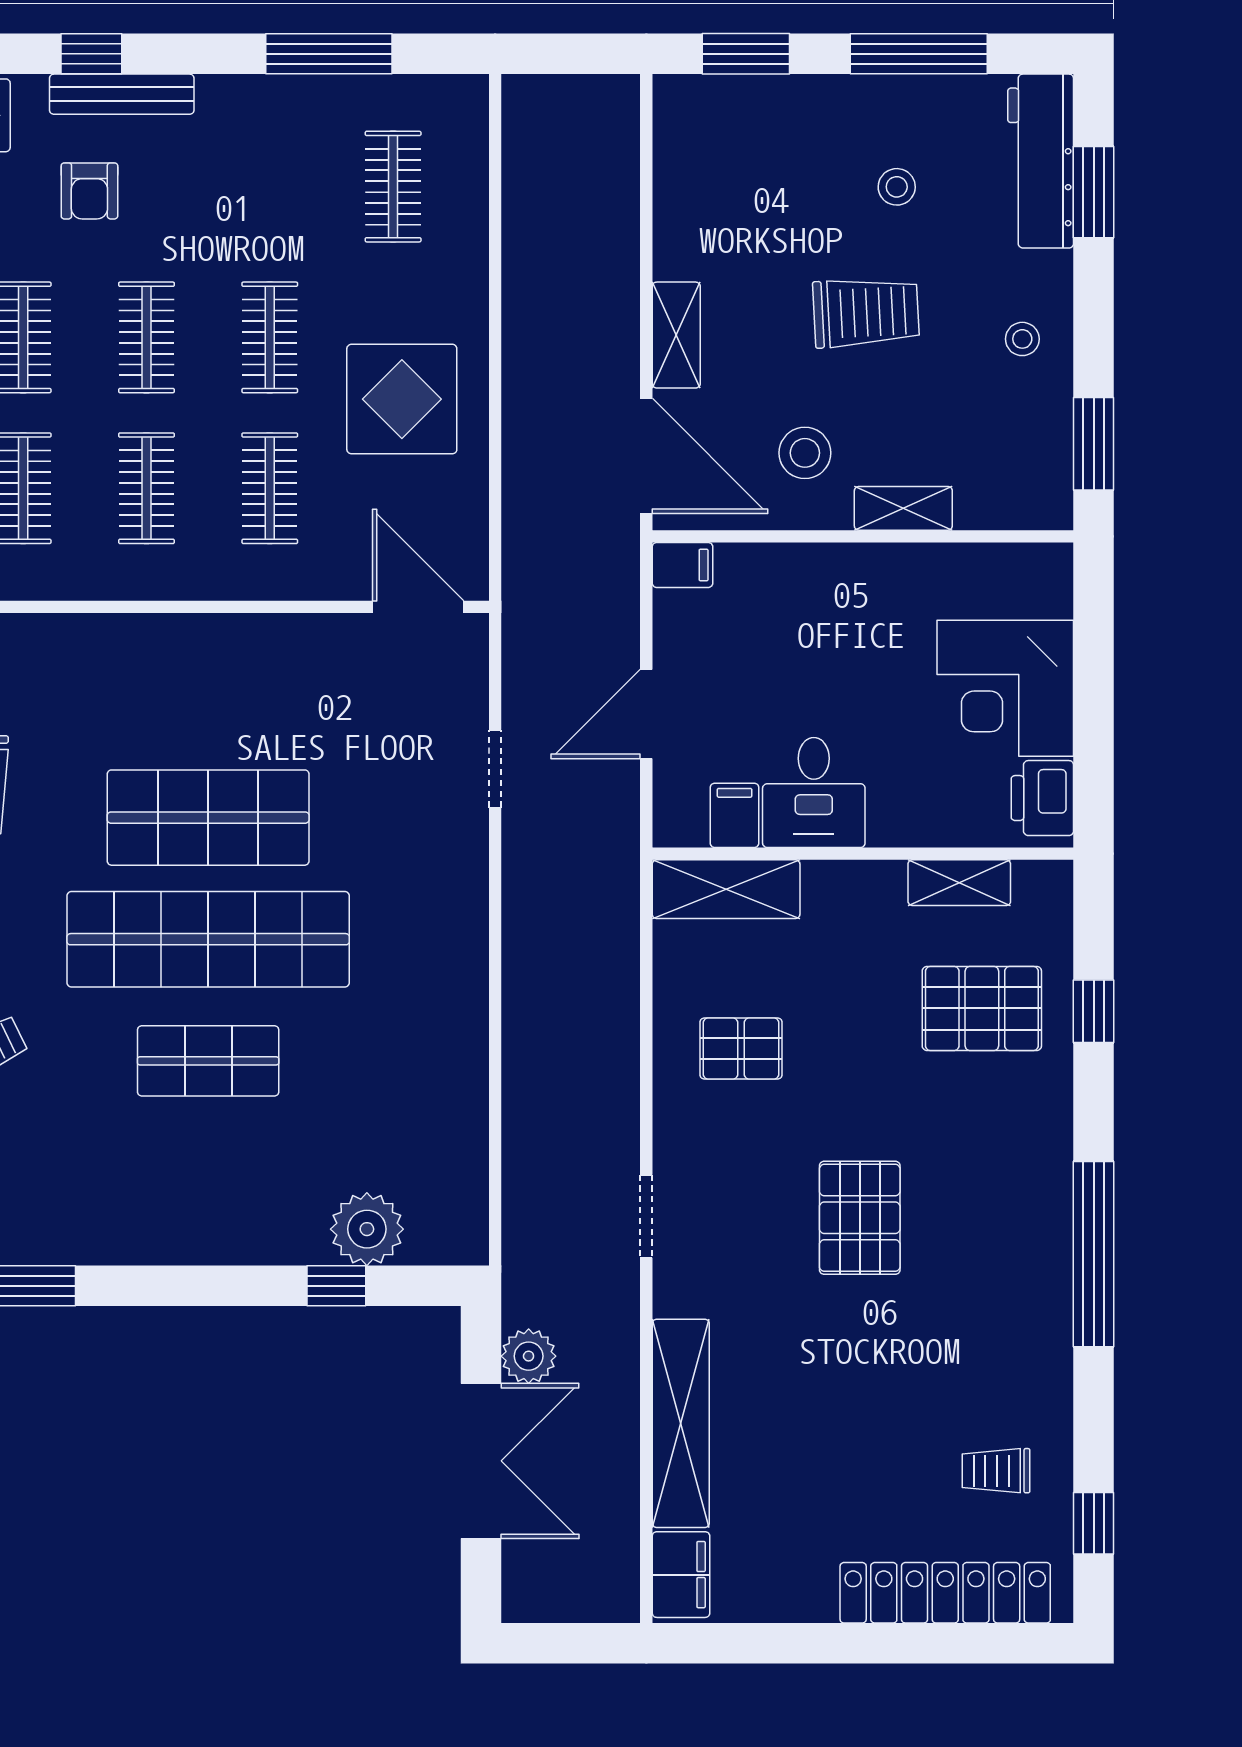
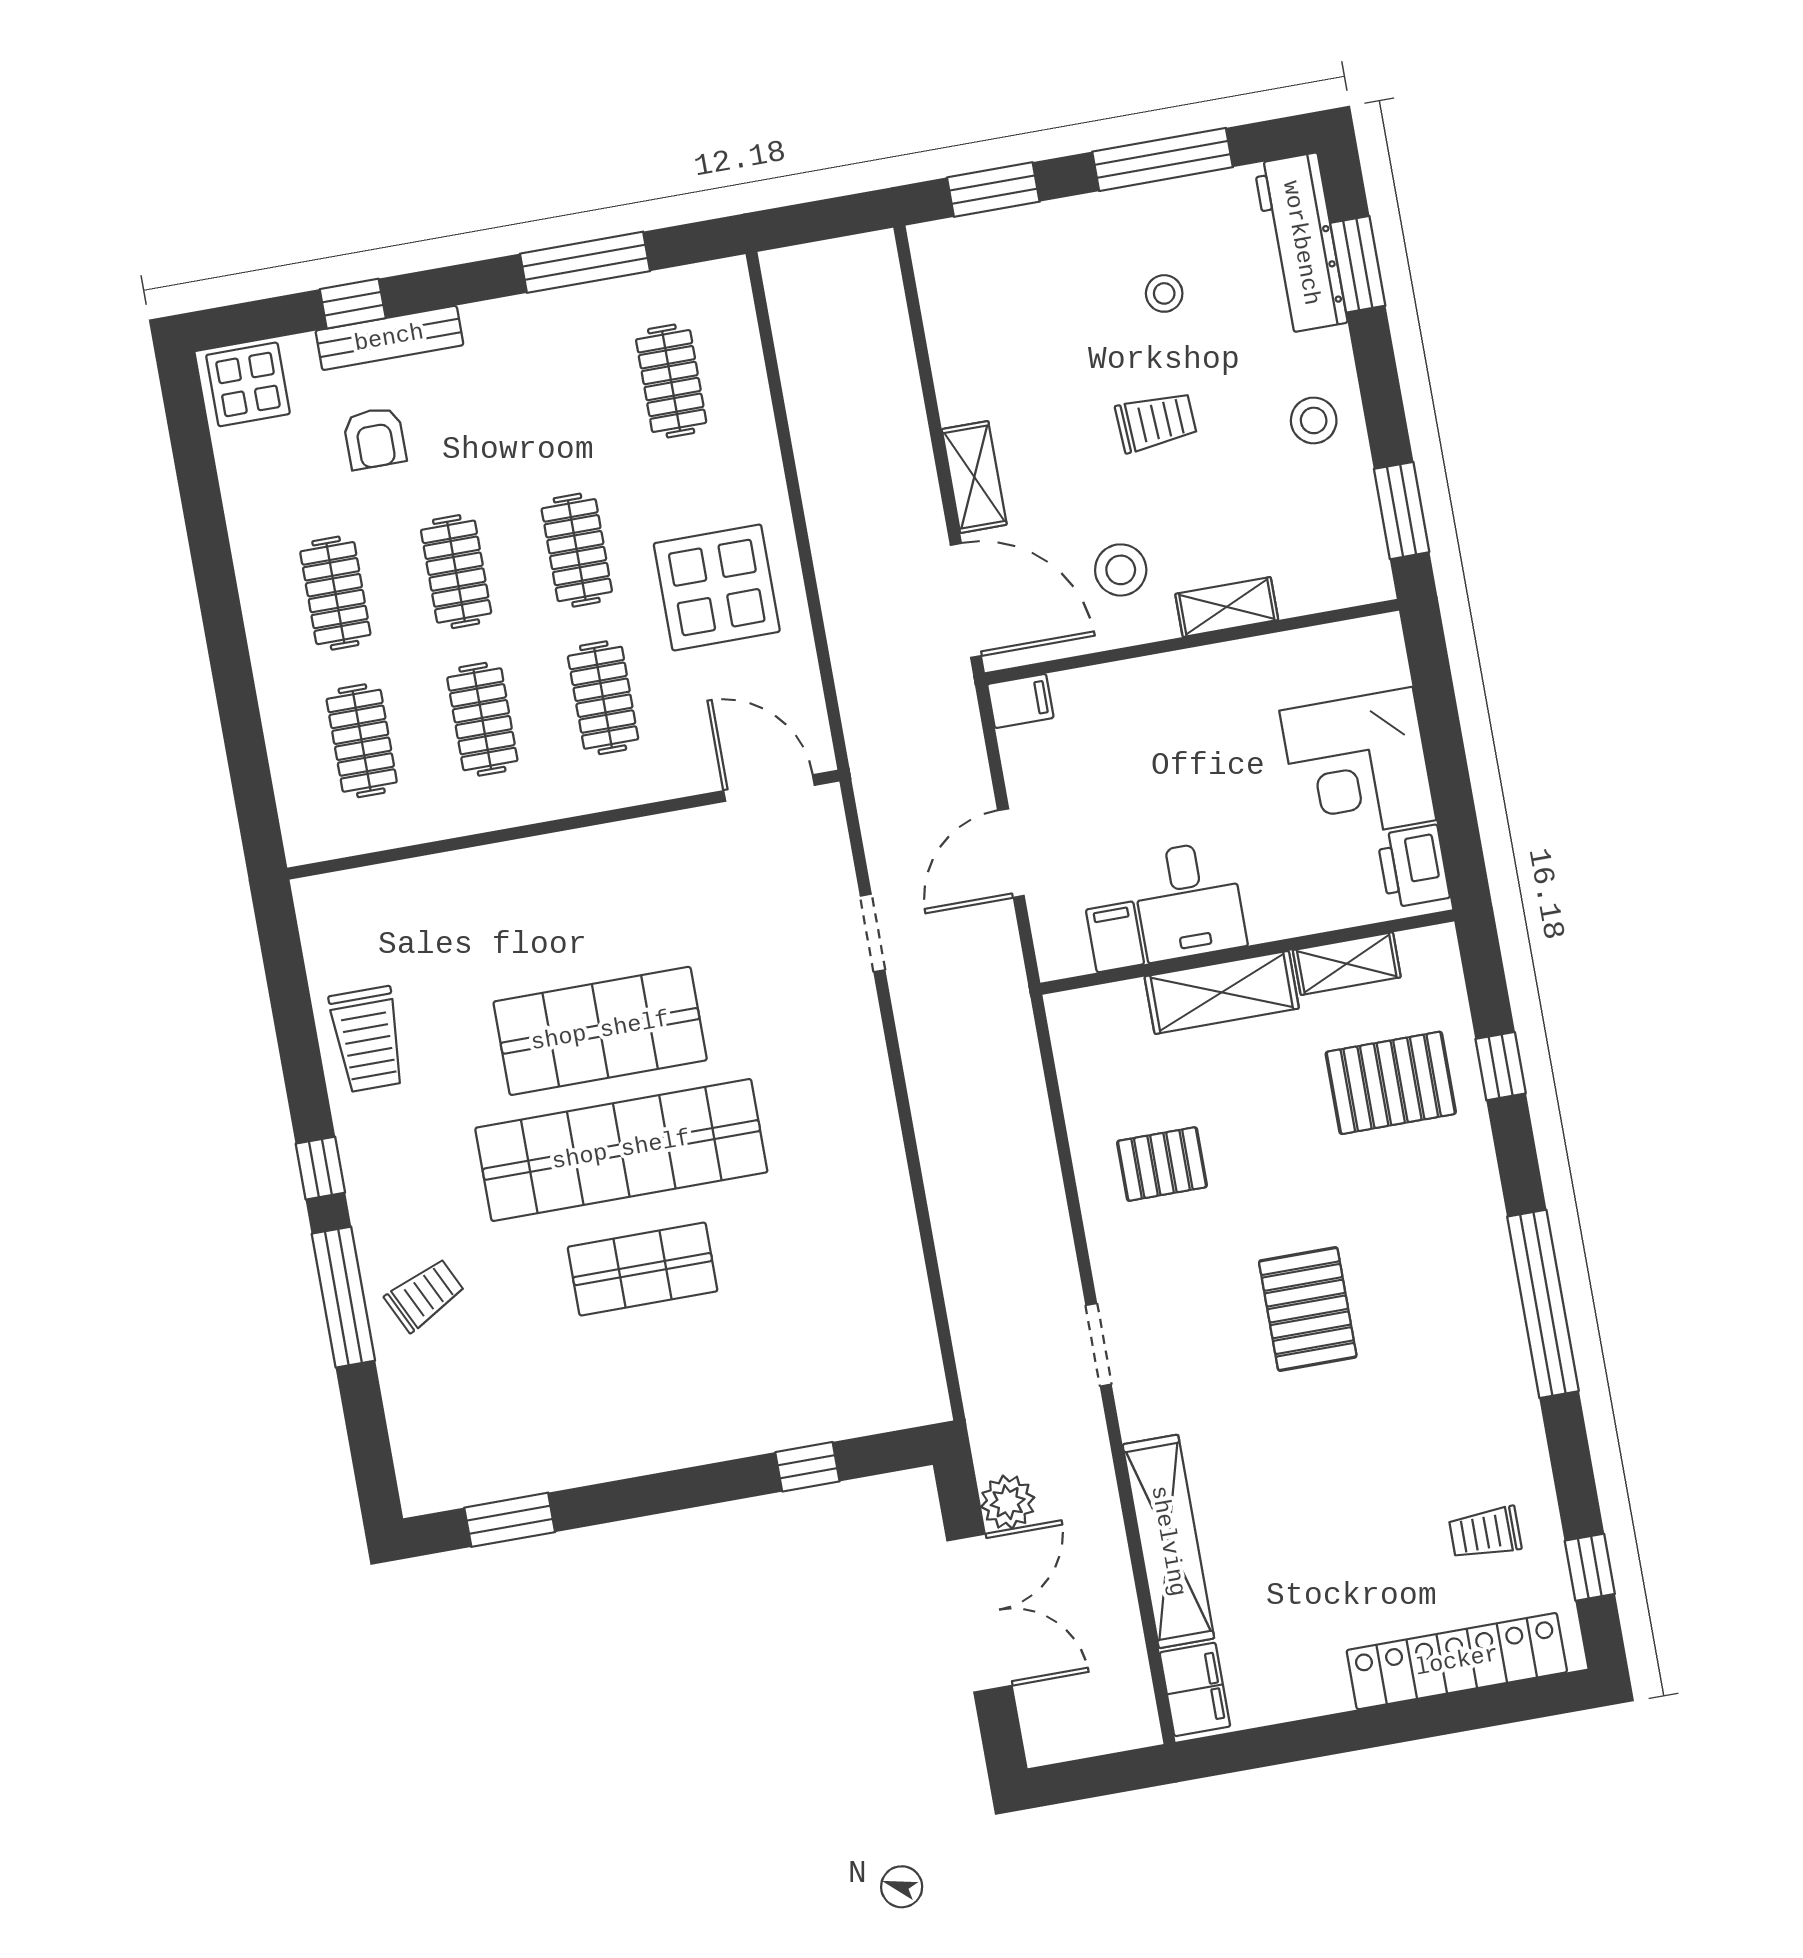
trolley: (866, 312) -> (1156, 422), width x0.73, depth x0.72
stool: (1022, 339) -> (1314, 420), width x1.37, depth x1.37
shelving: (726, 889) -> (1222, 992), moved
plant: (367, 1229) -> (827, 1406), removed

